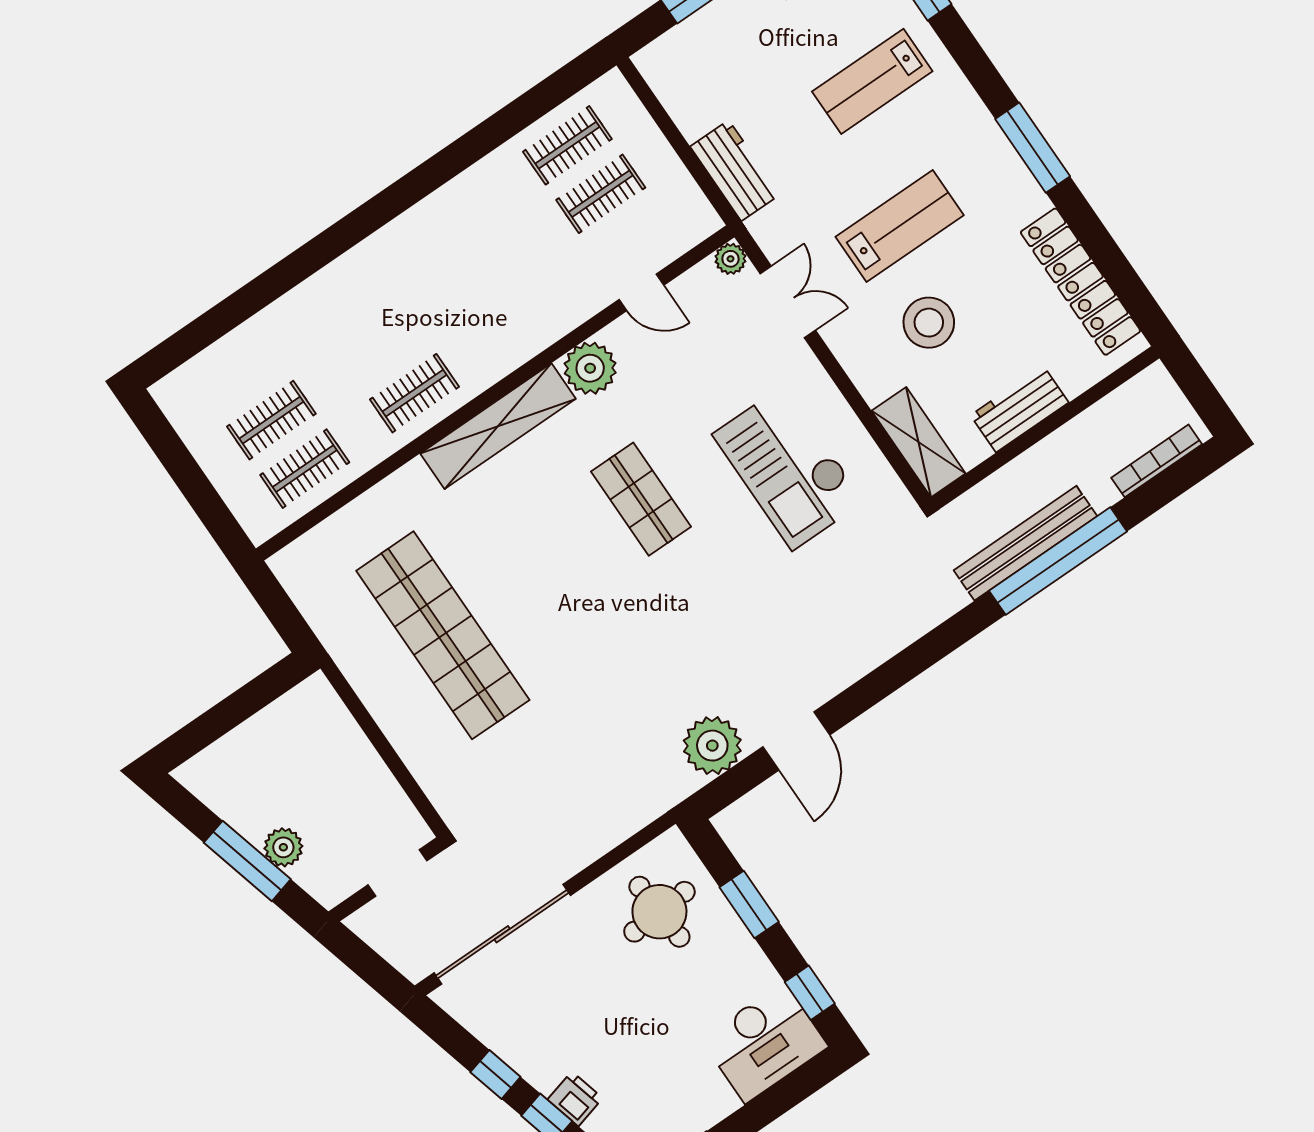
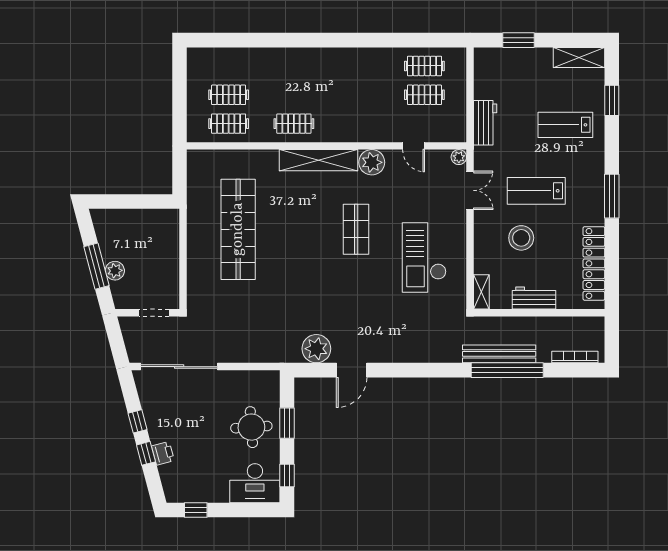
lab bench: (900, 226) -> (536, 191), turned 180
shelving: (919, 442) -> (481, 292), width x0.67, depth x0.75
round table: (659, 912) -> (251, 427), moved

